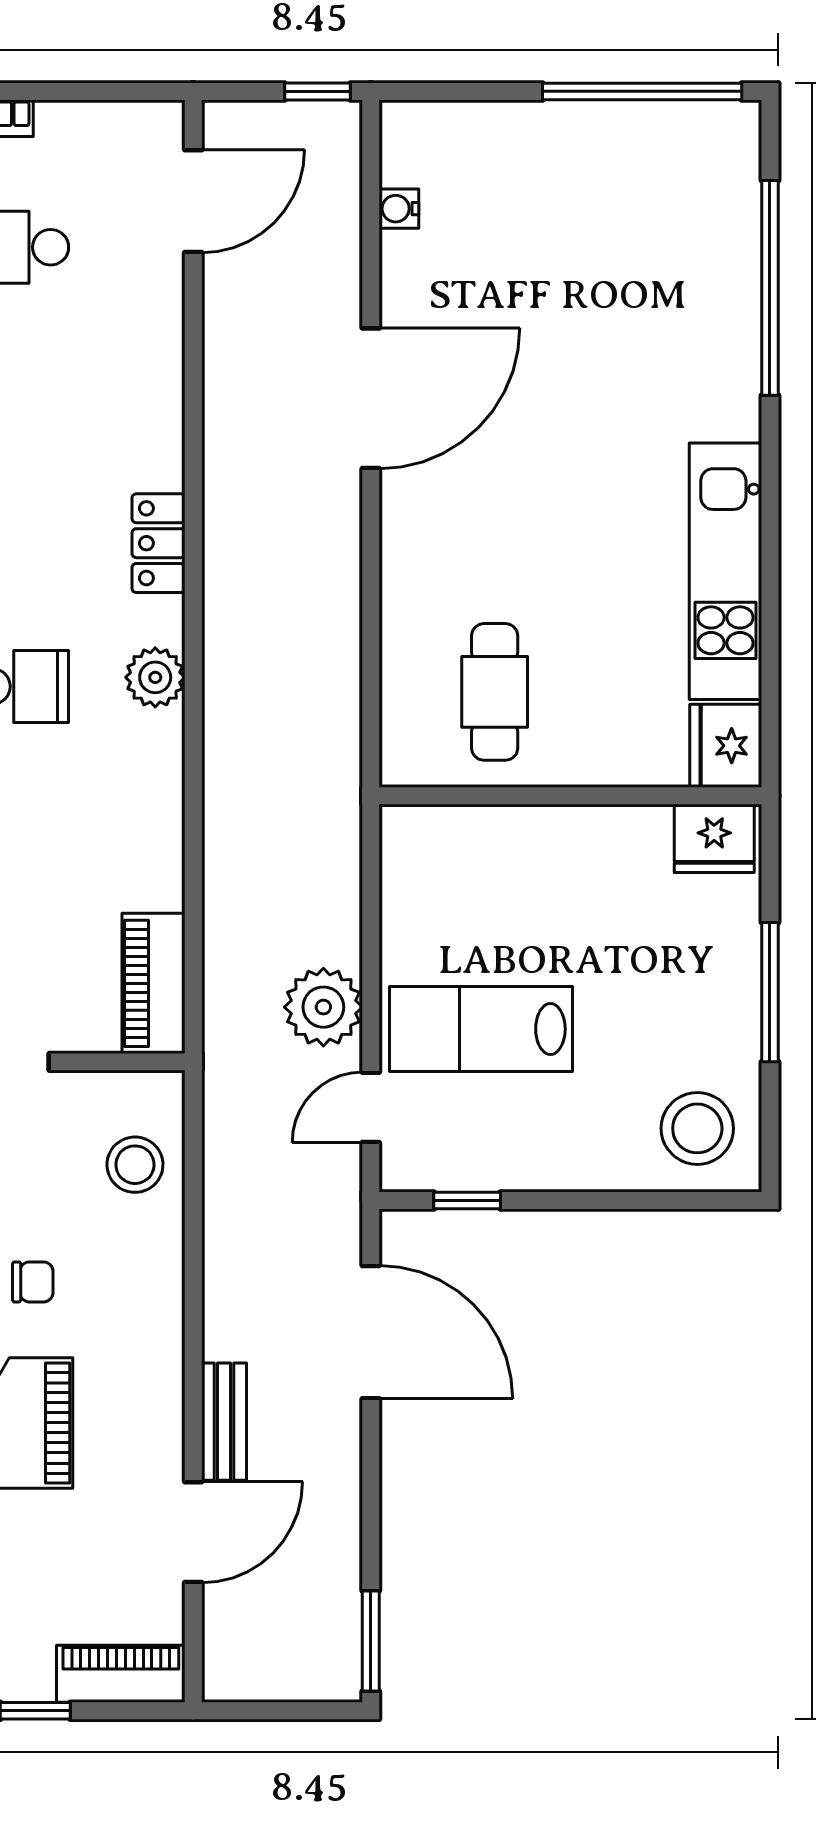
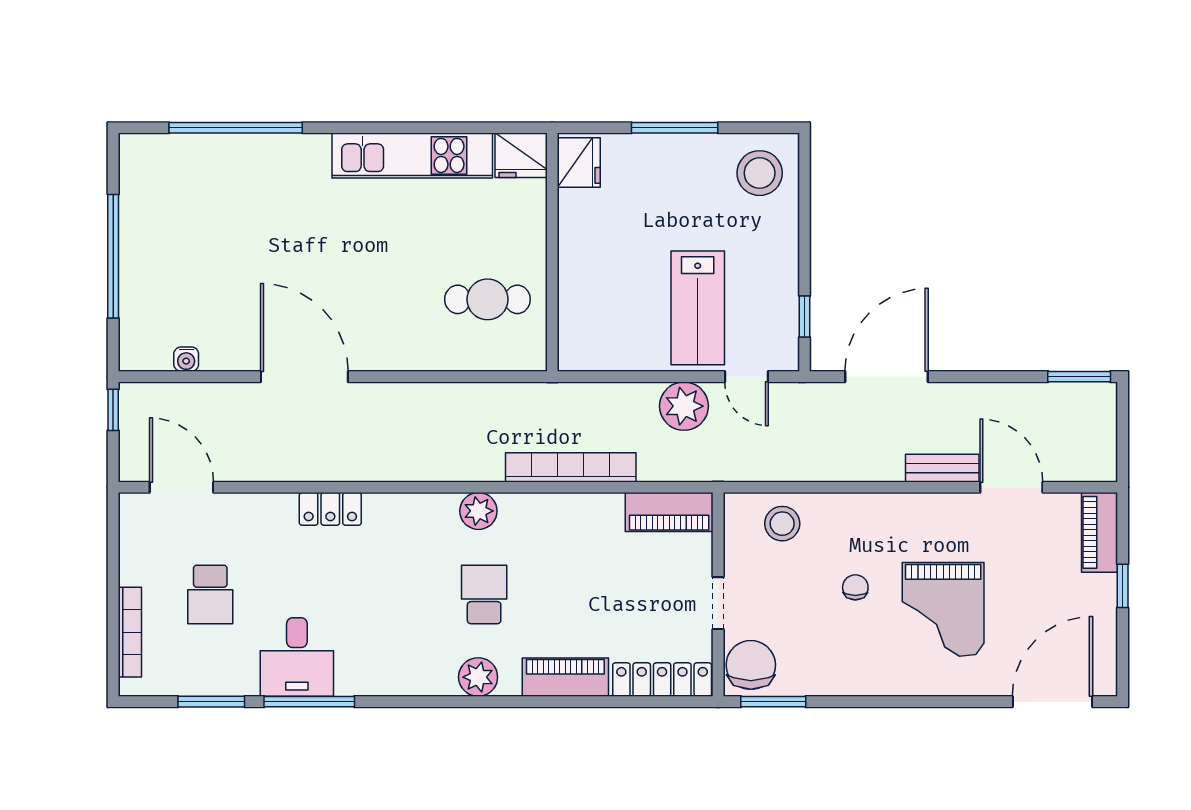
window: (642, 91) -> (113, 256), moved
locker: (159, 543) -> (330, 509), moved
bookcase: (225, 826) -> (571, 467), added

